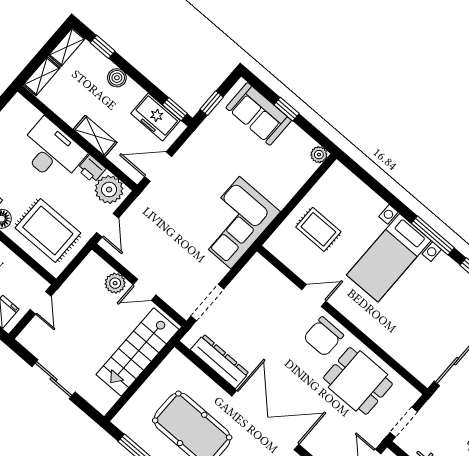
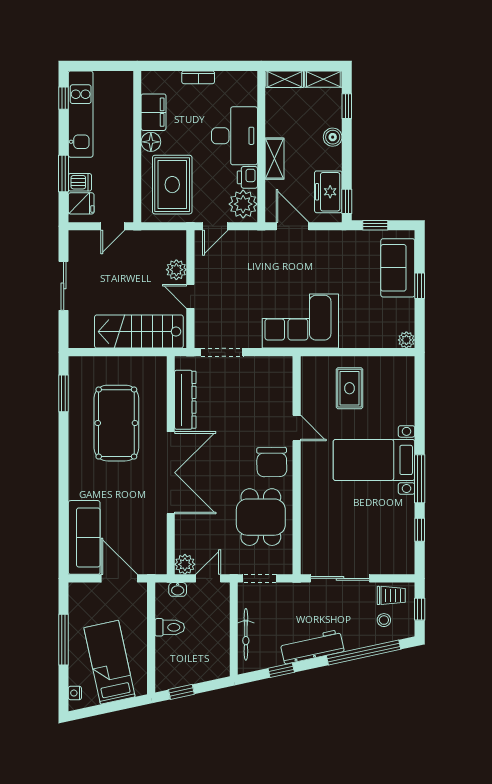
chair: (323, 337) -> (272, 462), turned -91

